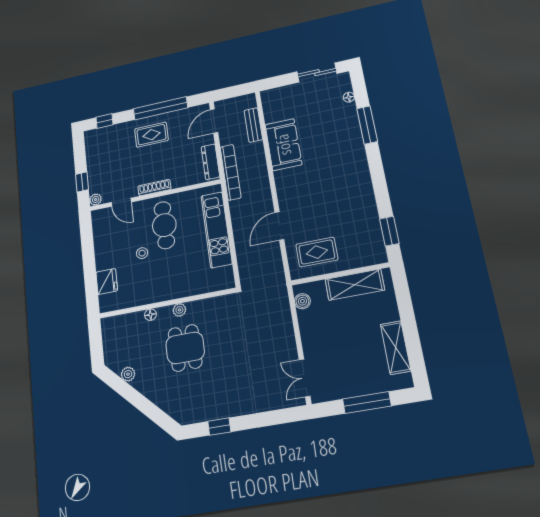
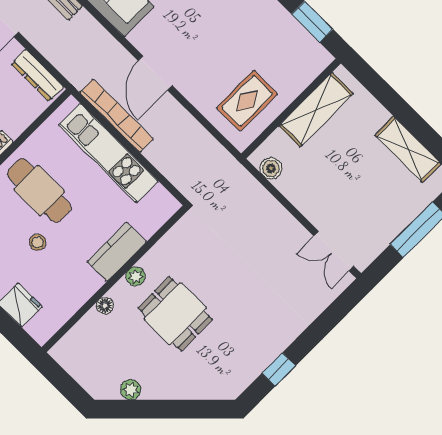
bookcase: (231, 172) -> (116, 116), moved
door: (279, 226) -> (155, 73), moved
kitchen counter: (180, 288) -> (117, 252), added

